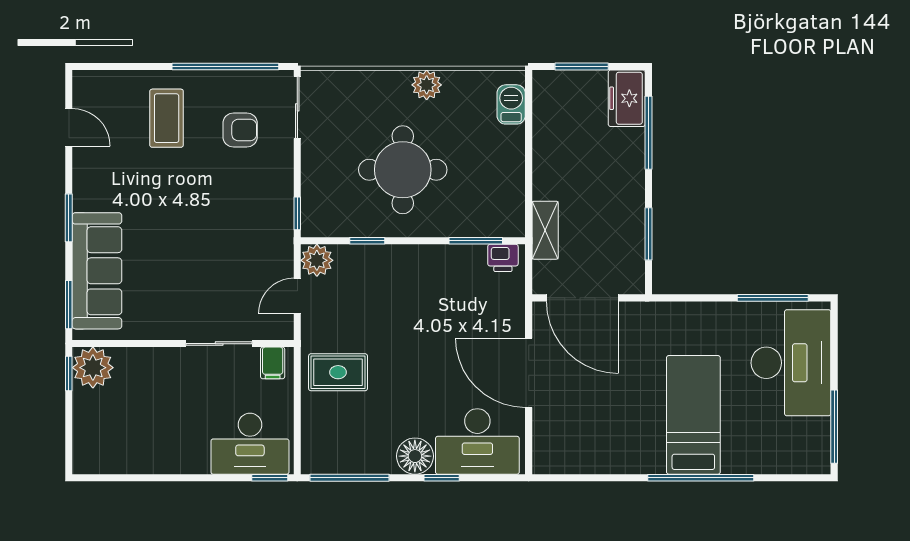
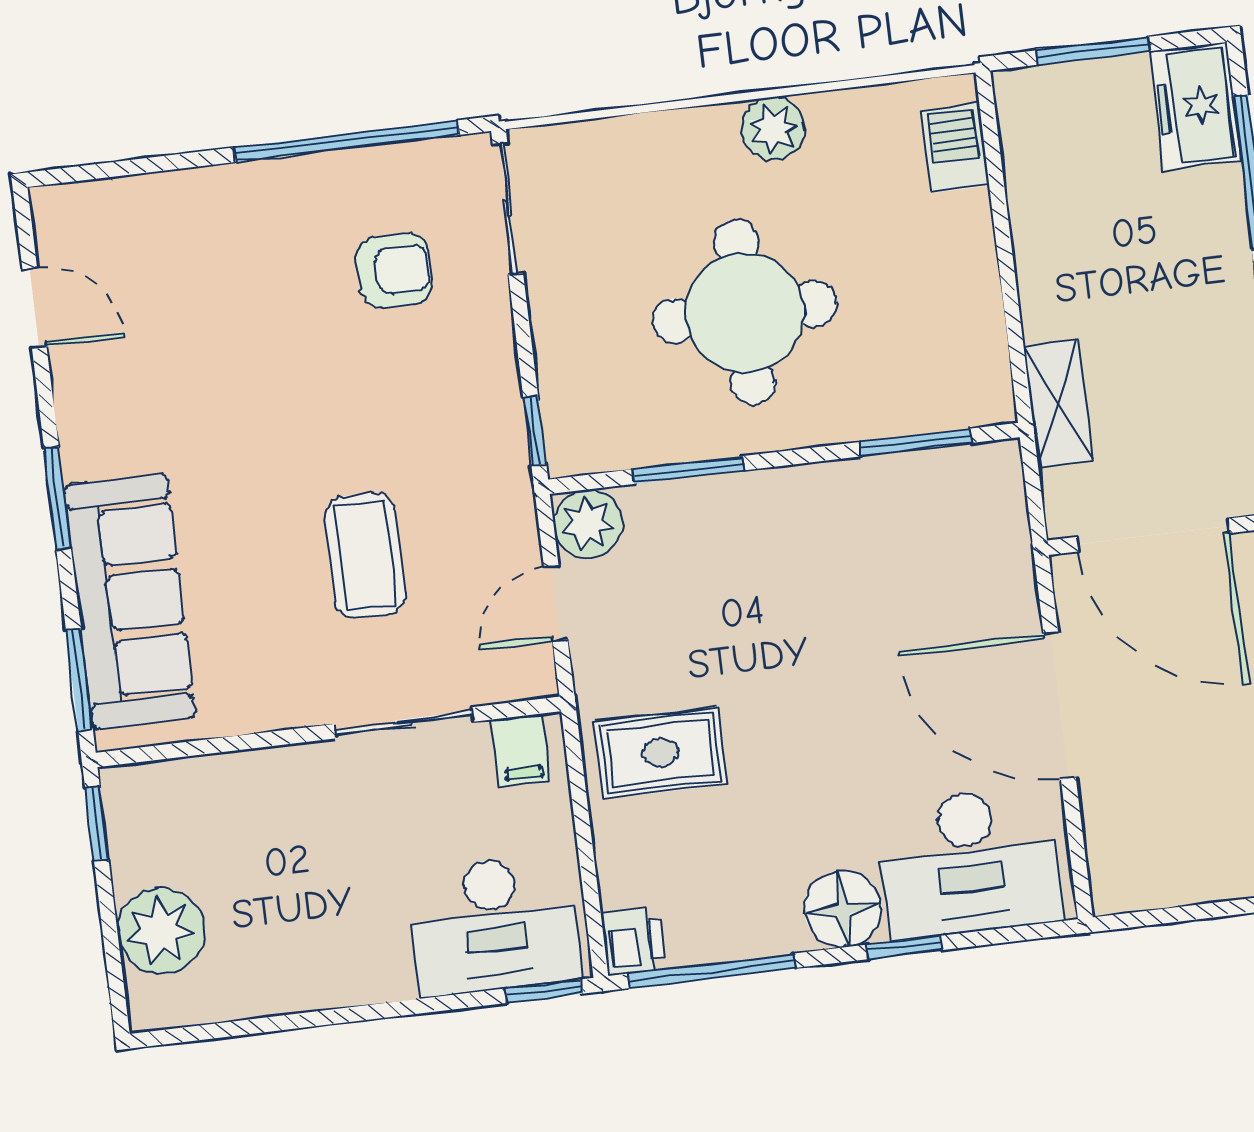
coffee table: (167, 118) -> (365, 556), moved
window: (367, 241) -> (688, 470), width x1.50
printer: (503, 258) -> (633, 941), moved, turned -90
plant: (93, 368) -> (161, 931), moved

